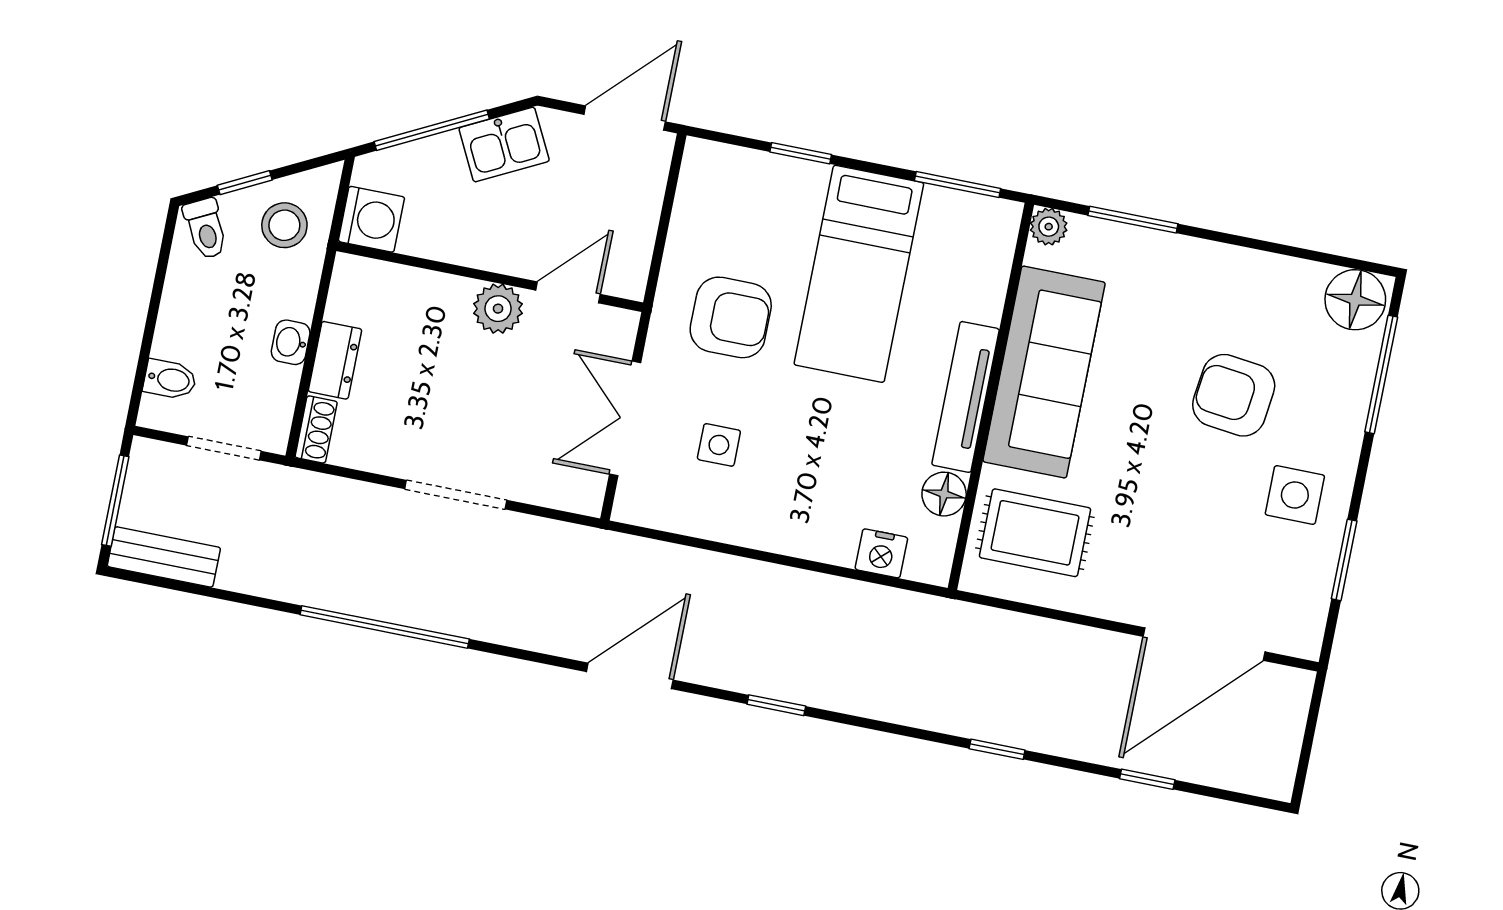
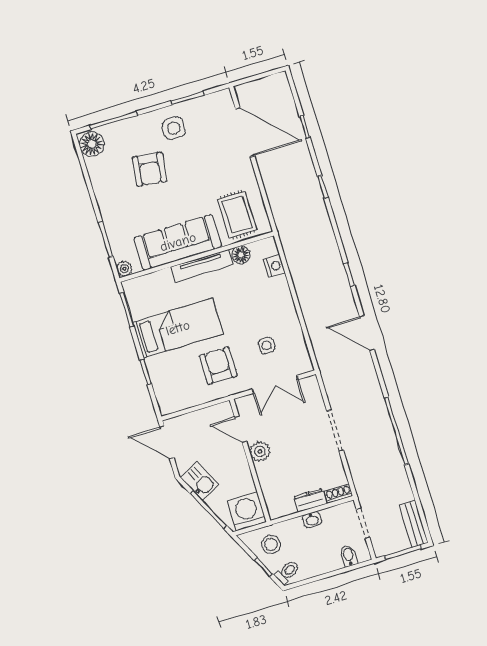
washing machine: (371, 219) -> (247, 511), width x1.37, depth x1.37

